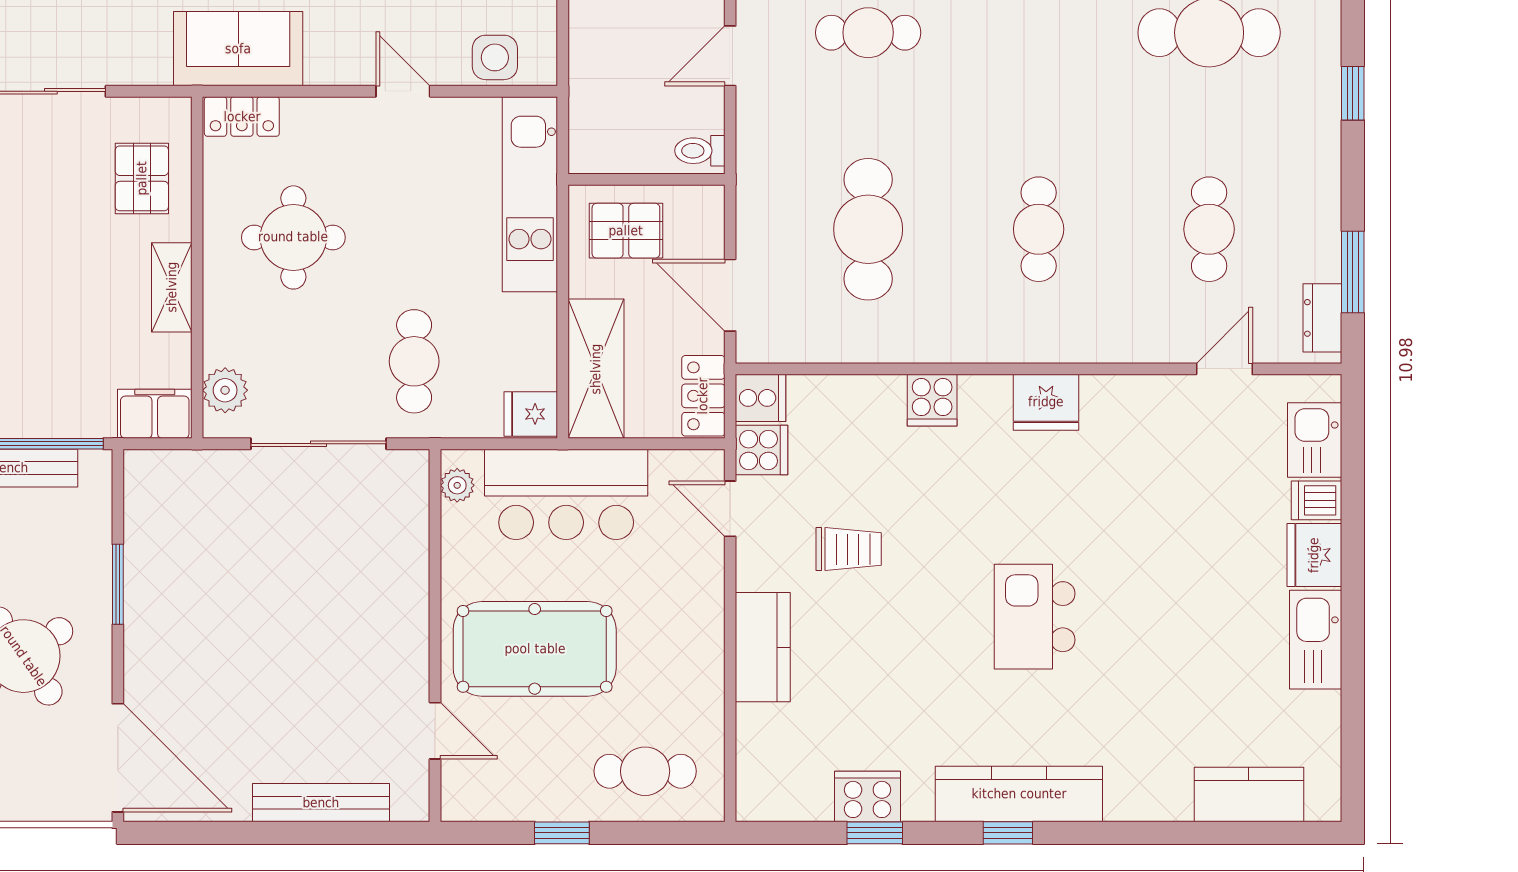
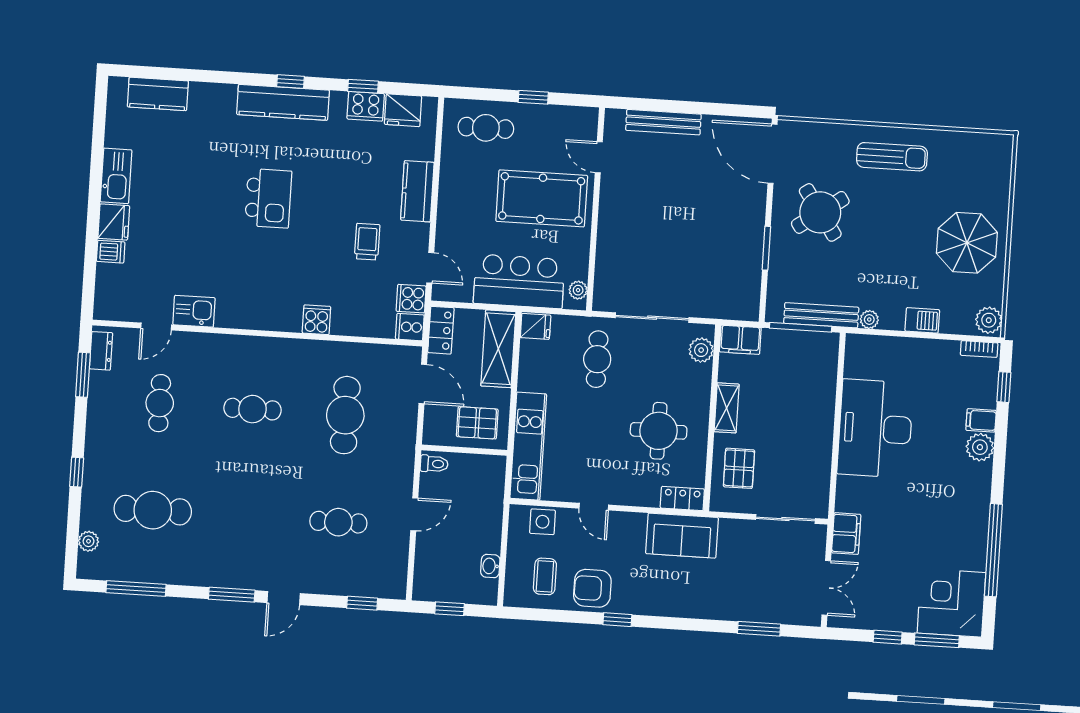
cafe table: (1039, 229) -> (252, 409), turned 90
fridge: (1046, 402) -> (403, 110), moved, turned 180
kitchen sink: (1315, 440) -> (194, 311), moved, turned -90
trolley: (849, 549) -> (367, 242), turned 90

